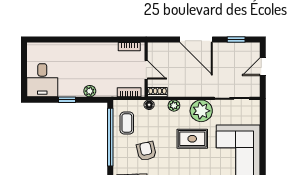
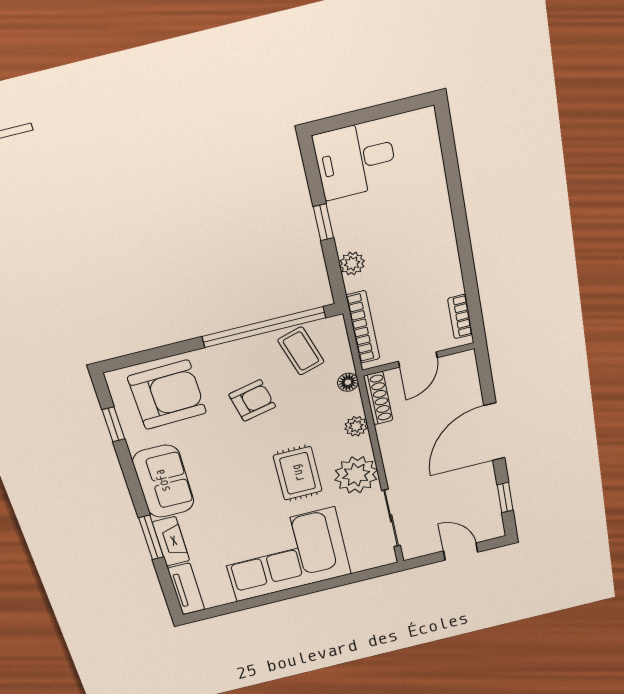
bookcase: (129, 92) -> (363, 327), width x1.56
shoe rack: (157, 92) -> (378, 398), width x1.43
coffee table: (127, 123) -> (301, 351), turned 73

